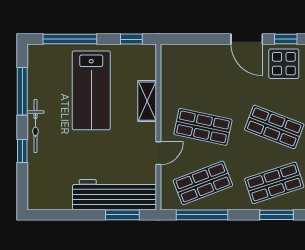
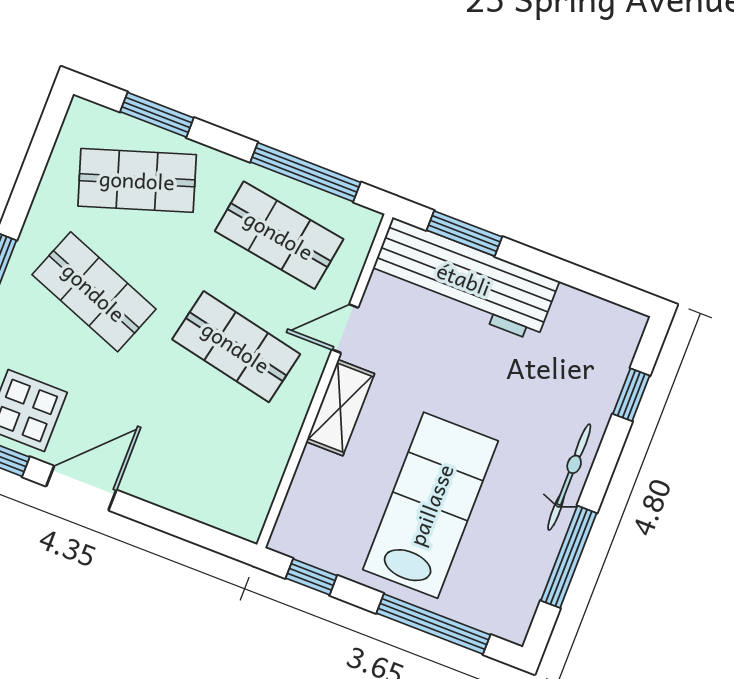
door: (247, 39) -> (81, 488), hinge flipped
shelving: (147, 101) -> (340, 408), moved
window: (22, 151) -> (631, 395), moved
shop shelf: (203, 183) -> (279, 235), turned 30

